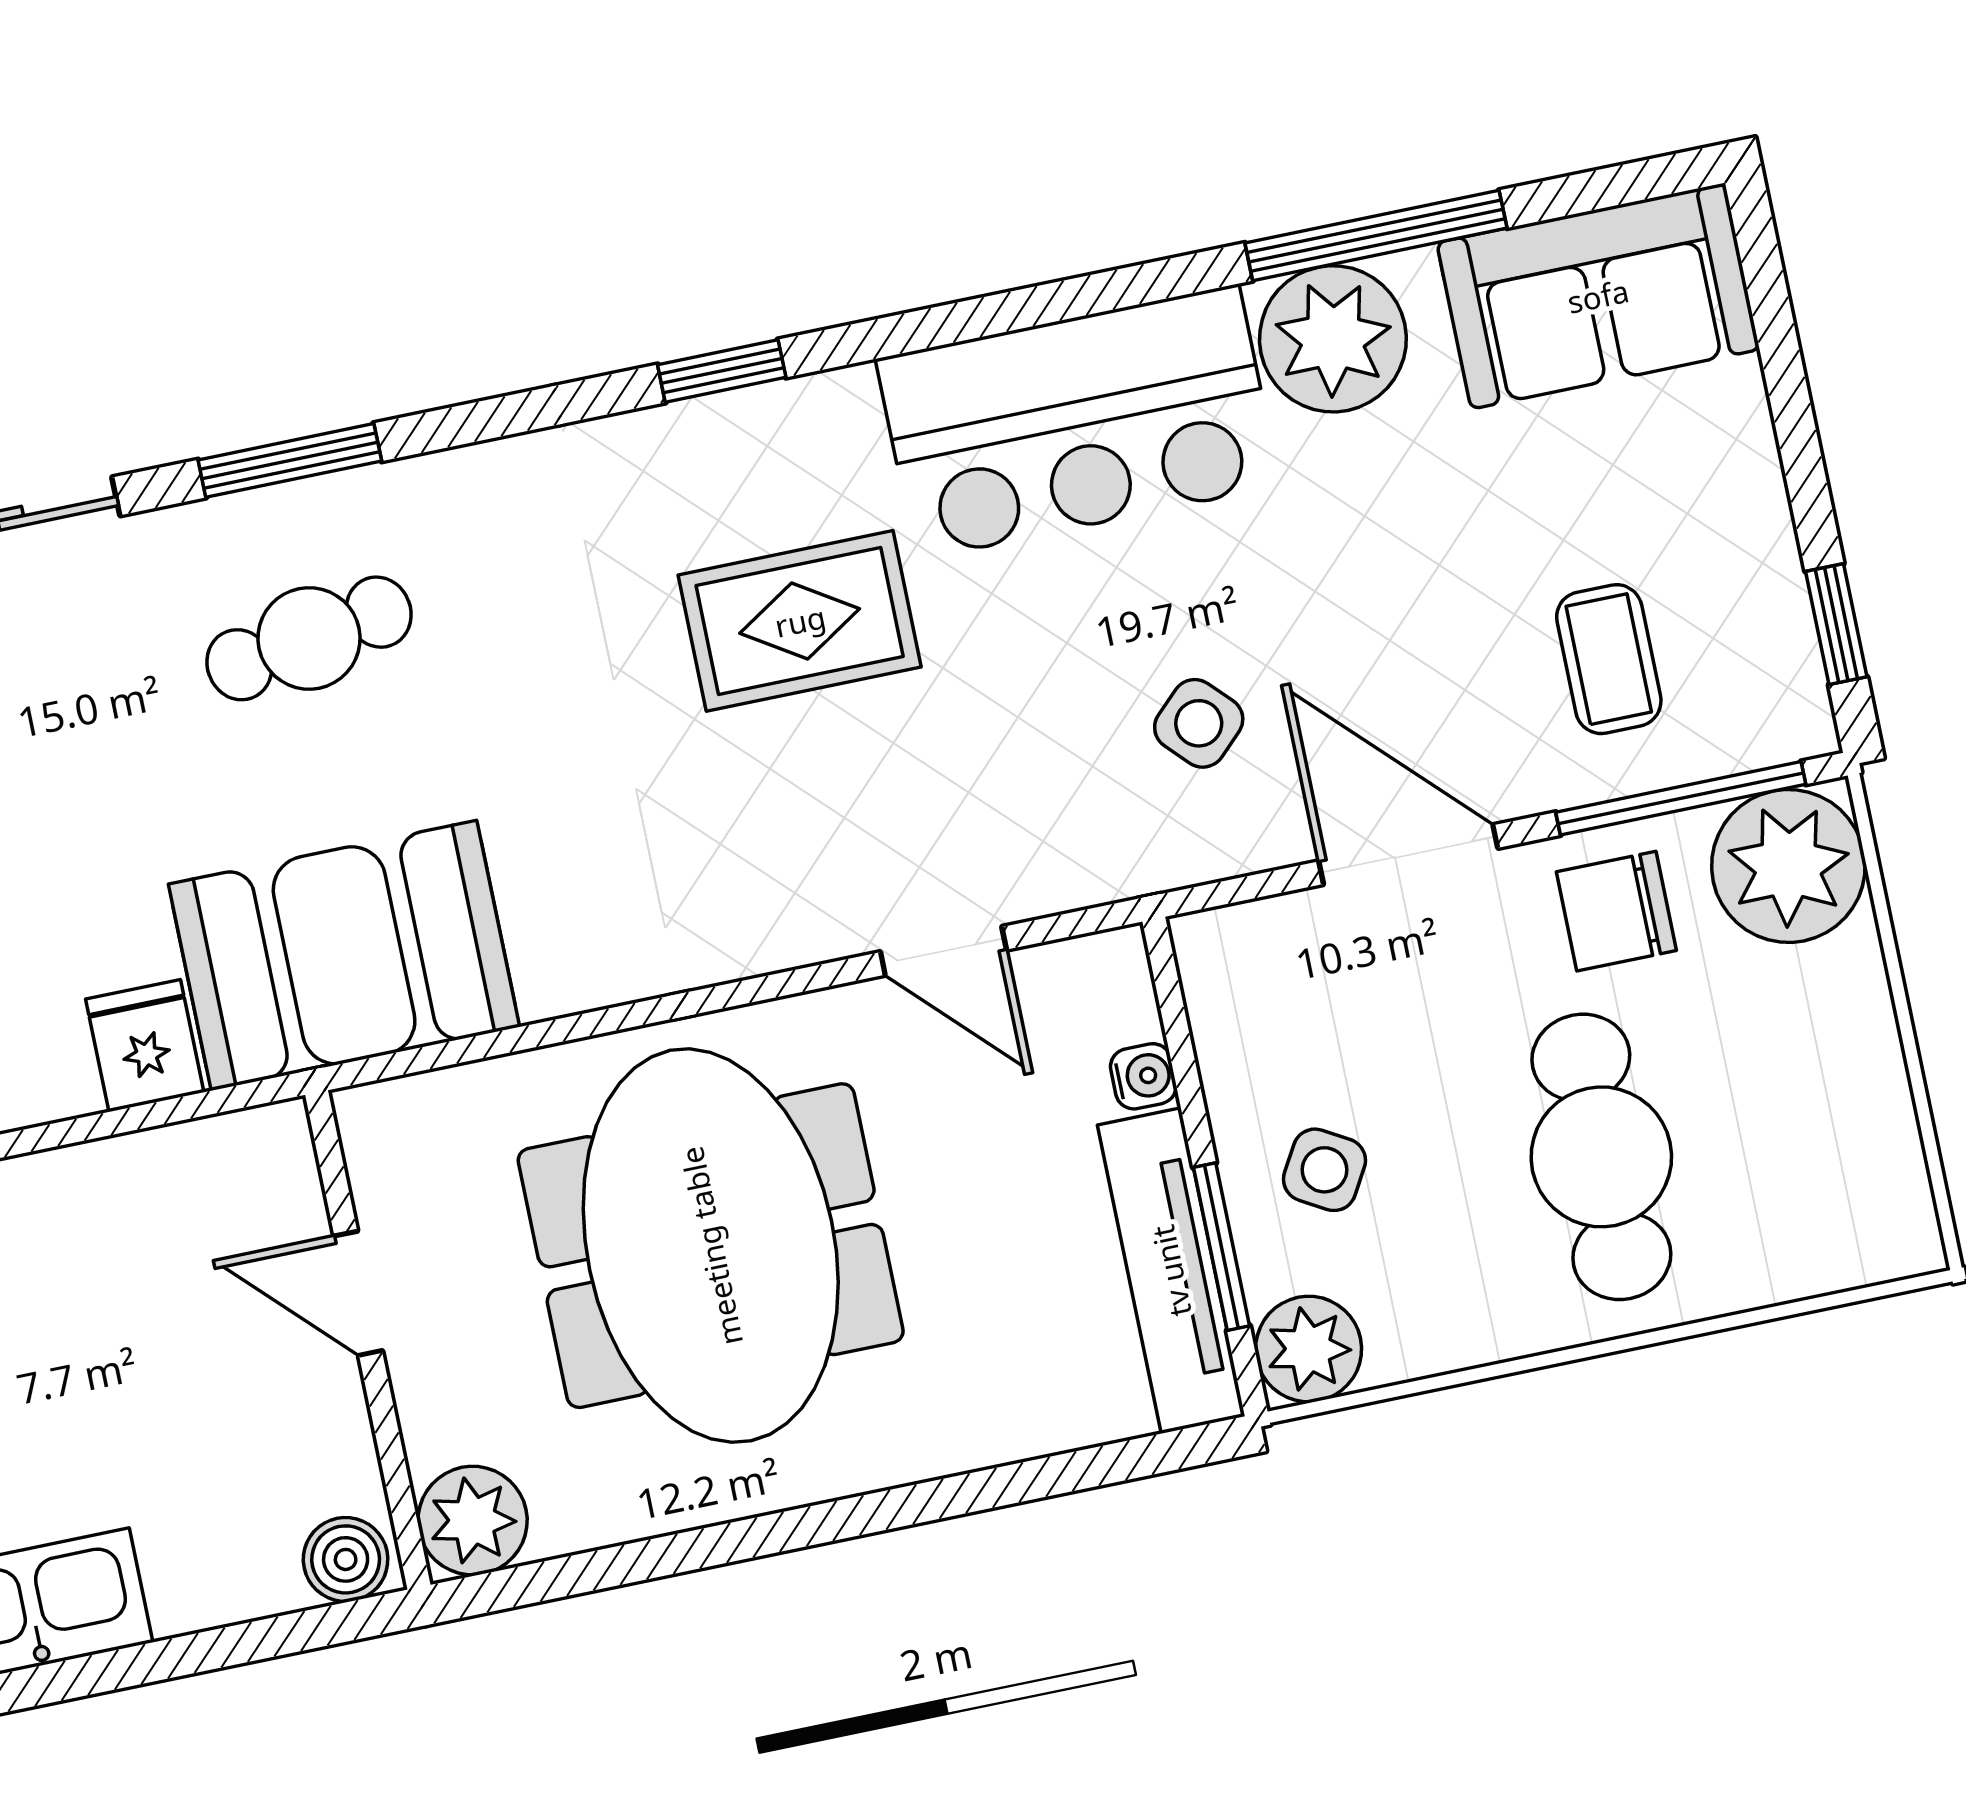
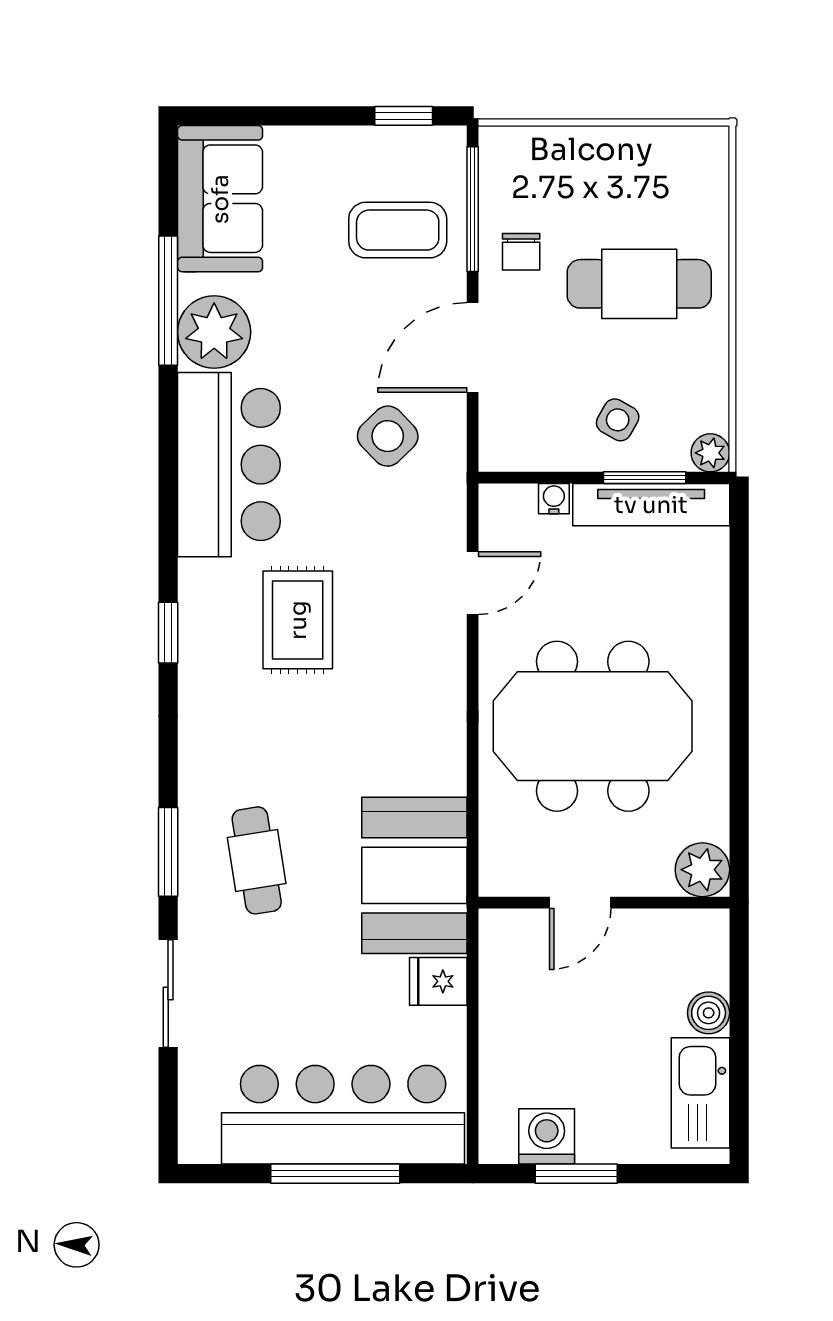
coffee table: (1609, 659) -> (398, 230), width x1.36, depth x1.30
side table: (1199, 723) -> (388, 436), width x1.37, depth x1.37
plant: (1788, 866) -> (517, 164), removed
chair: (1616, 911) -> (521, 252), width x0.73, depth x0.73
plant: (1309, 1349) -> (710, 453), width x0.73, depth x0.73
boiler: (346, 1559) -> (709, 1013), moved

